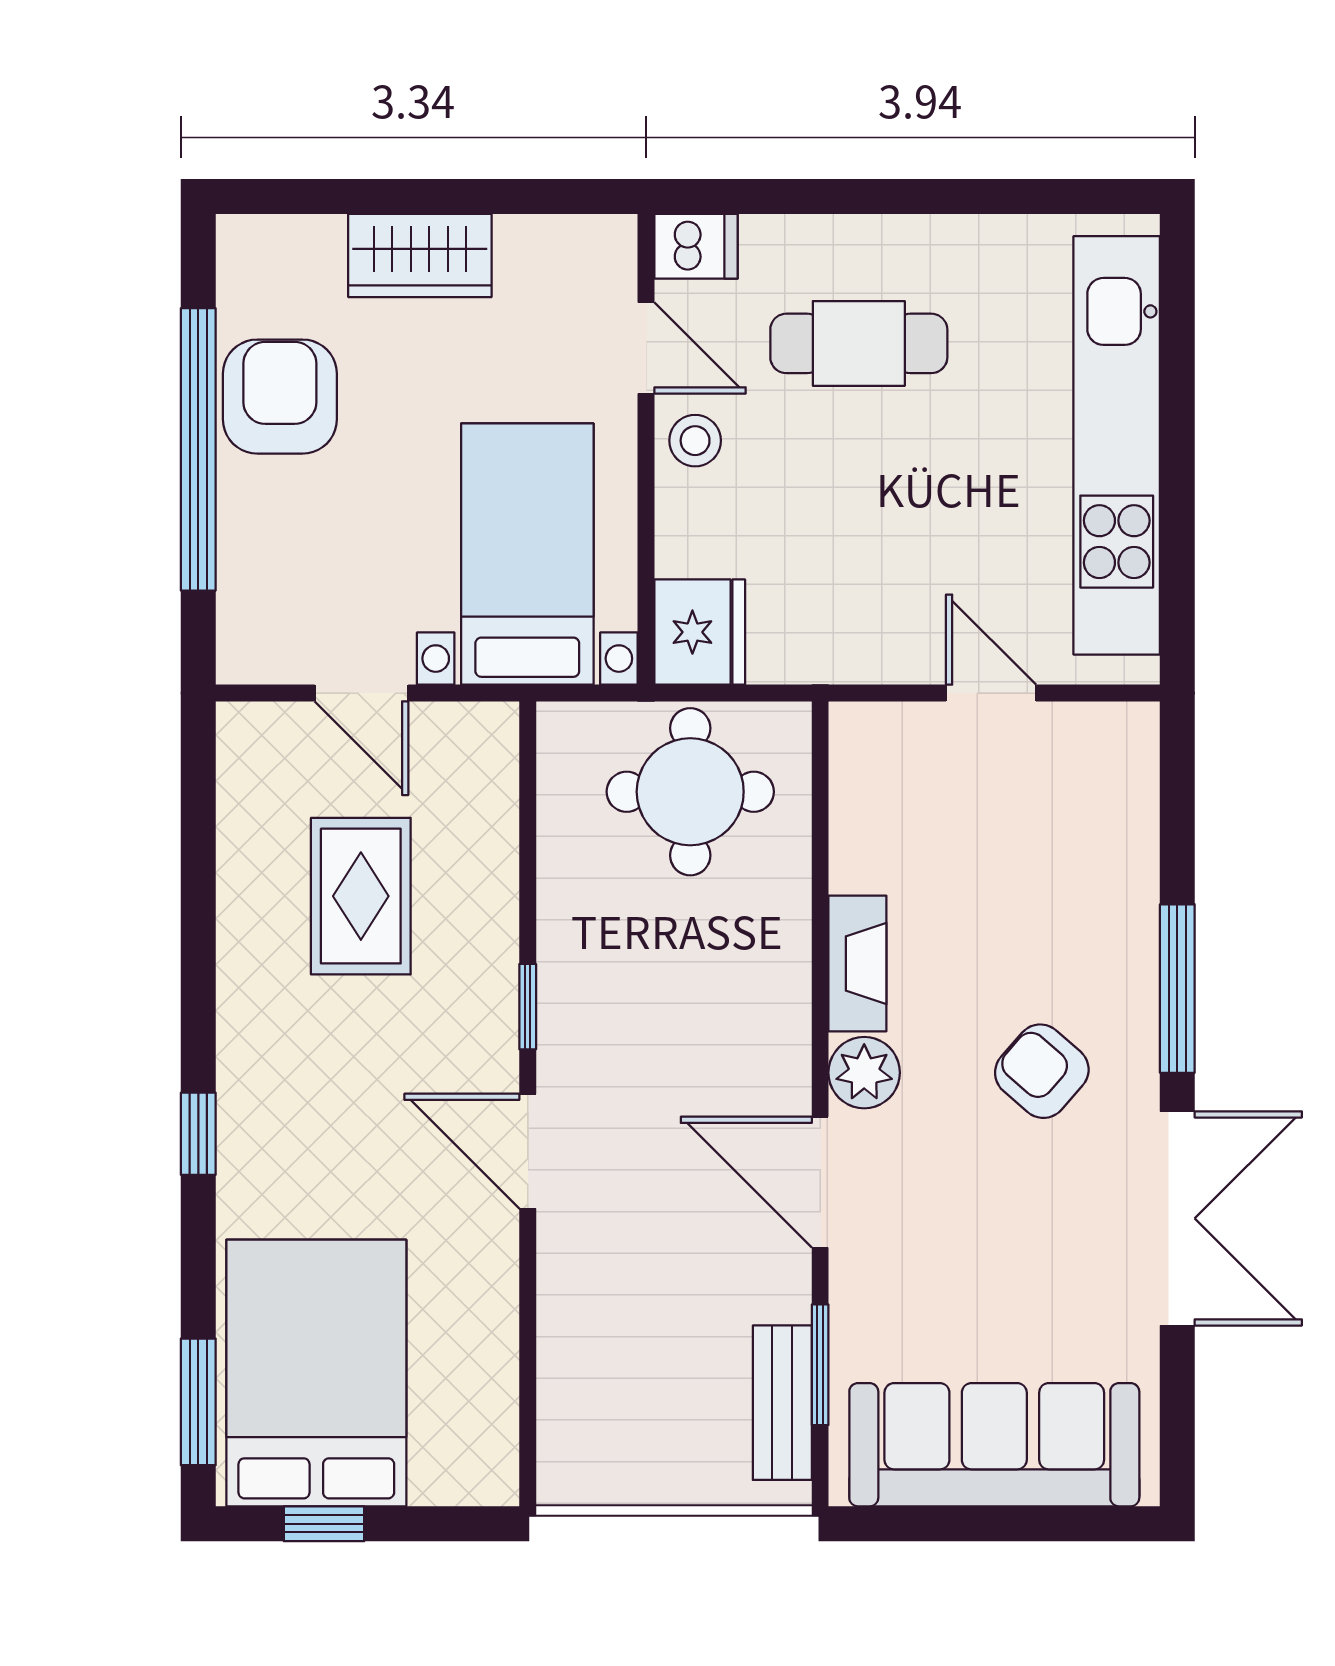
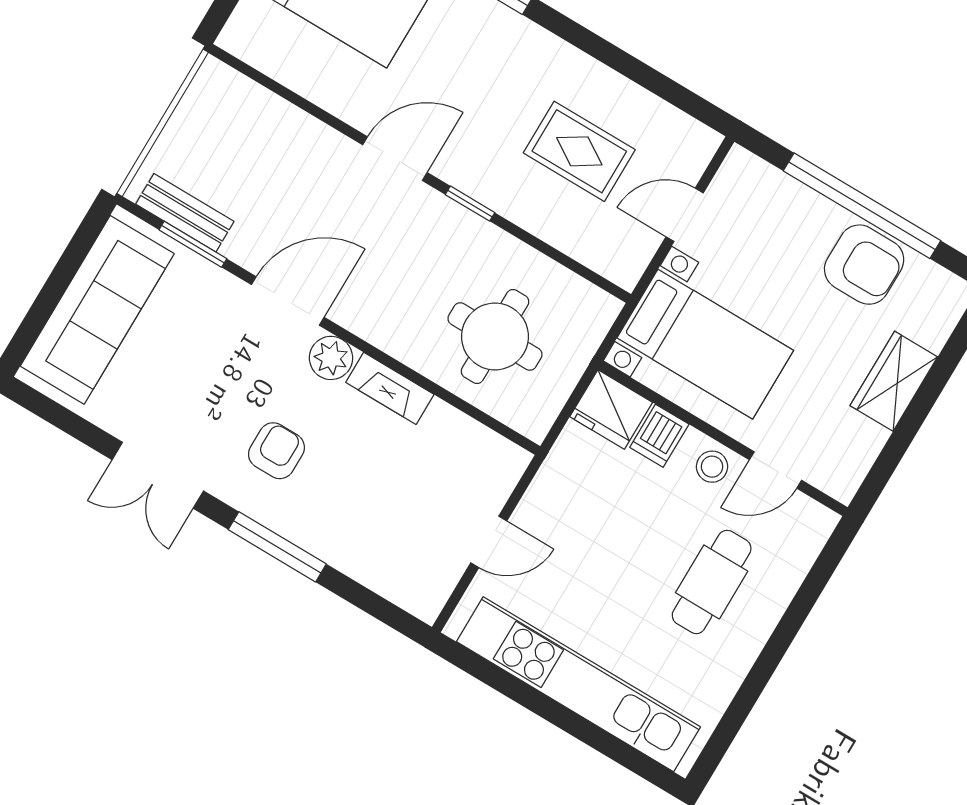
dishwasher: (696, 246) -> (659, 436), moved
round table: (690, 792) -> (495, 336), moved
armchair: (1042, 1071) -> (276, 451), turned -41
double door: (1177, 1218) -> (158, 475), width x0.73

